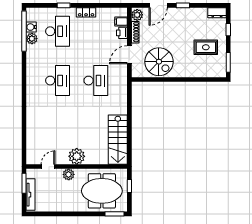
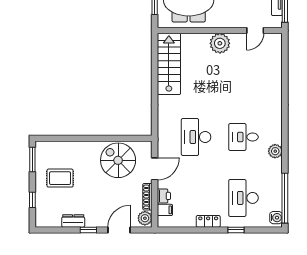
dresser: (217, 13) -> (73, 221), moved
water cooler: (31, 27) -> (276, 218), moved
plant: (32, 39) -> (275, 151), moved
desk: (58, 81) -> (243, 137), width x0.73
plant: (69, 174) -> (230, 21), removed

